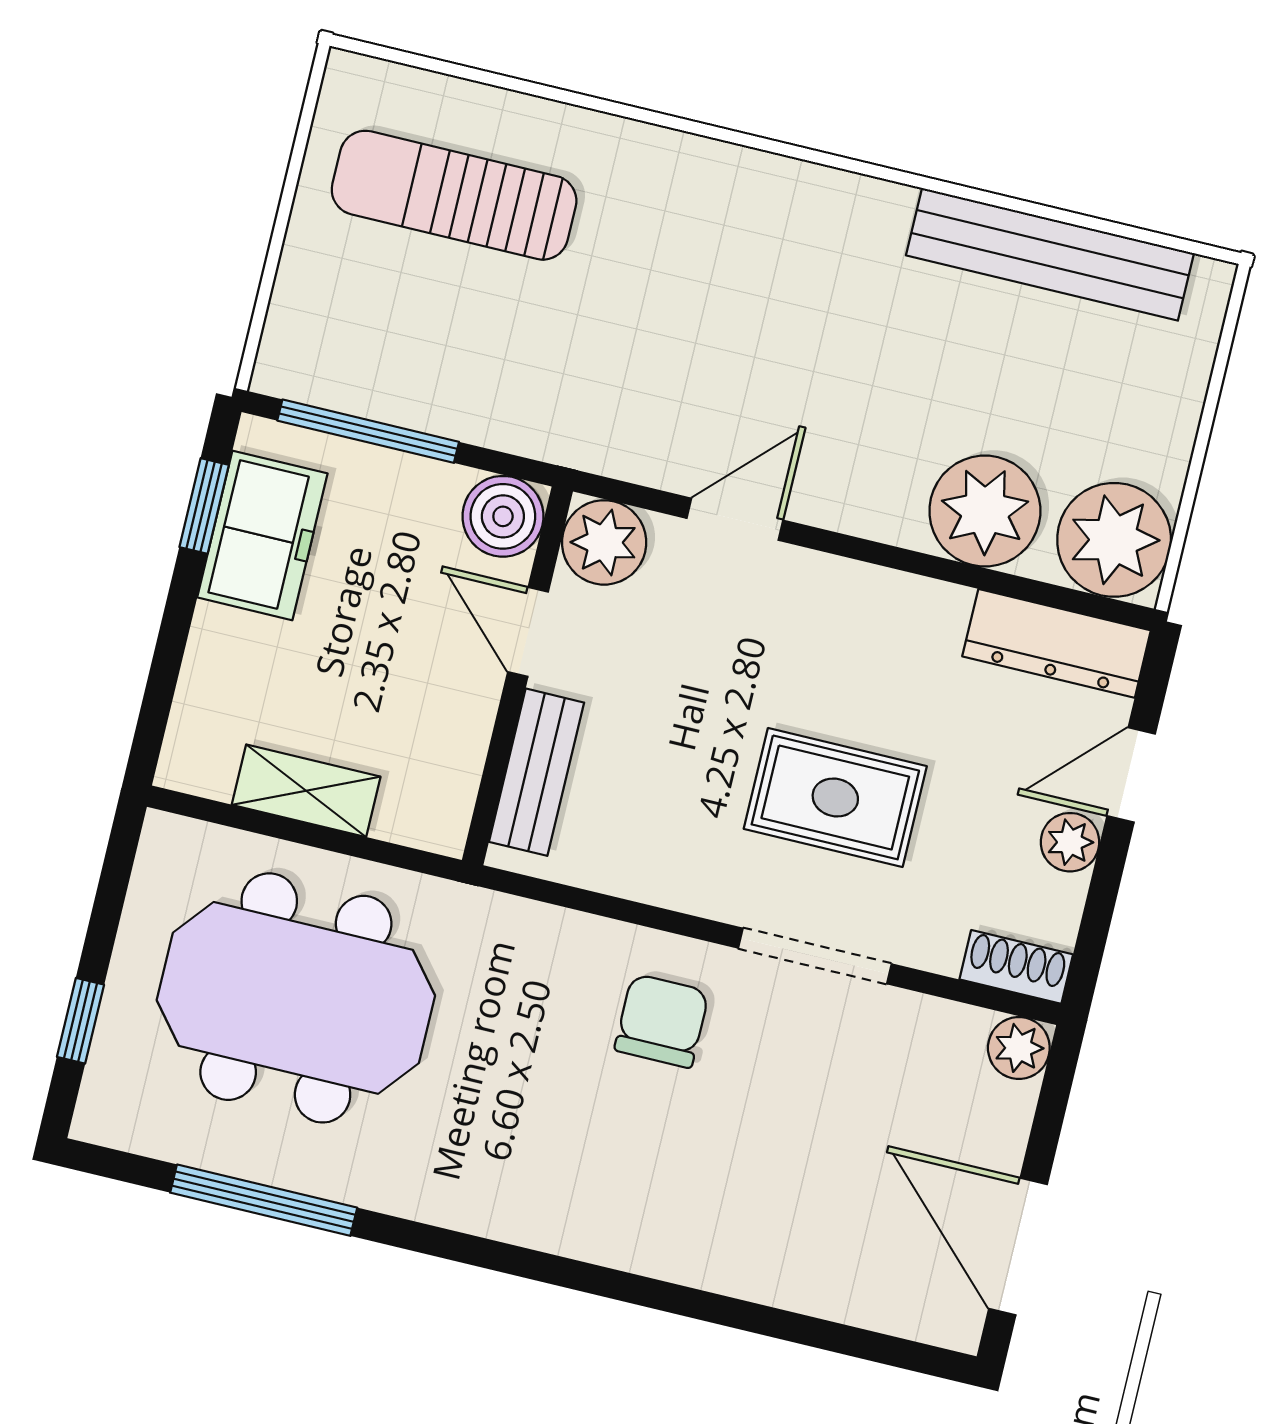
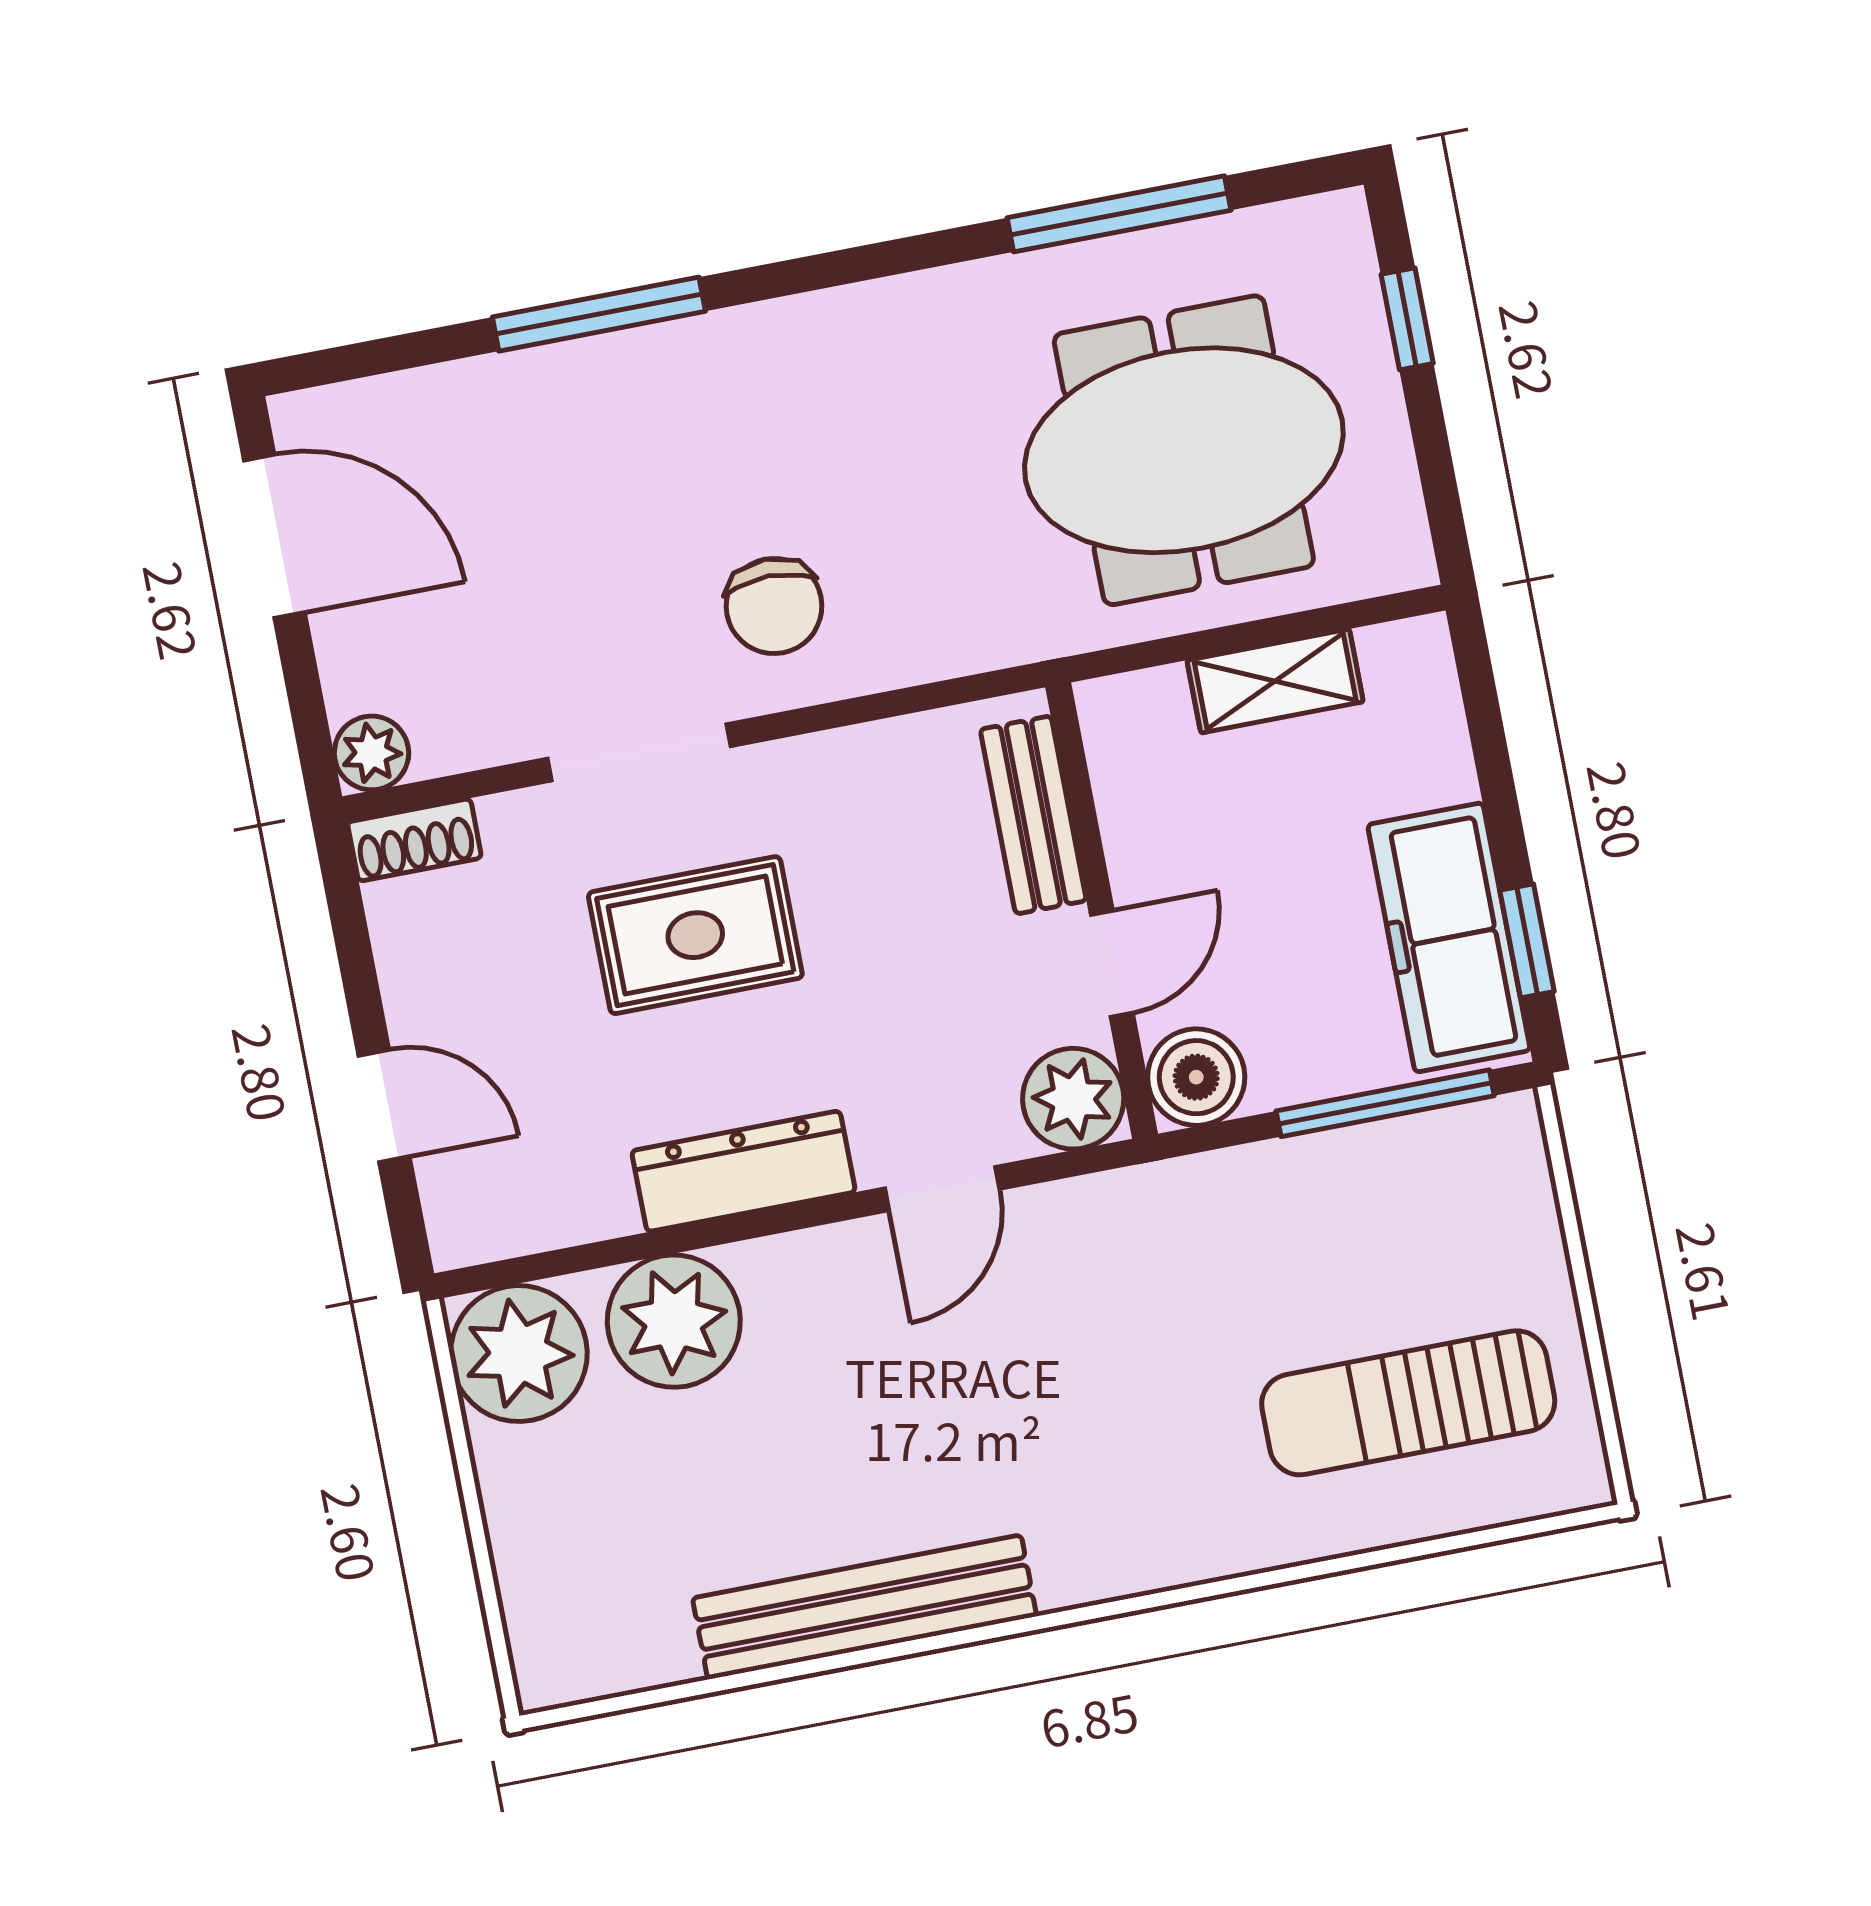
sun lounger: (454, 195) -> (1408, 1403), turned 180
bench: (1050, 254) -> (865, 1607), moved
freezer: (262, 535) -> (1449, 937), width x1.40
door: (528, 632) -> (1112, 964), hinge flipped
dresser: (1057, 643) -> (744, 1171), moved
door: (1131, 775) -> (384, 1106), hinge flipped
plant: (1070, 842) -> (418, 1002), removed
window: (694, 1304) -> (599, 314), added

